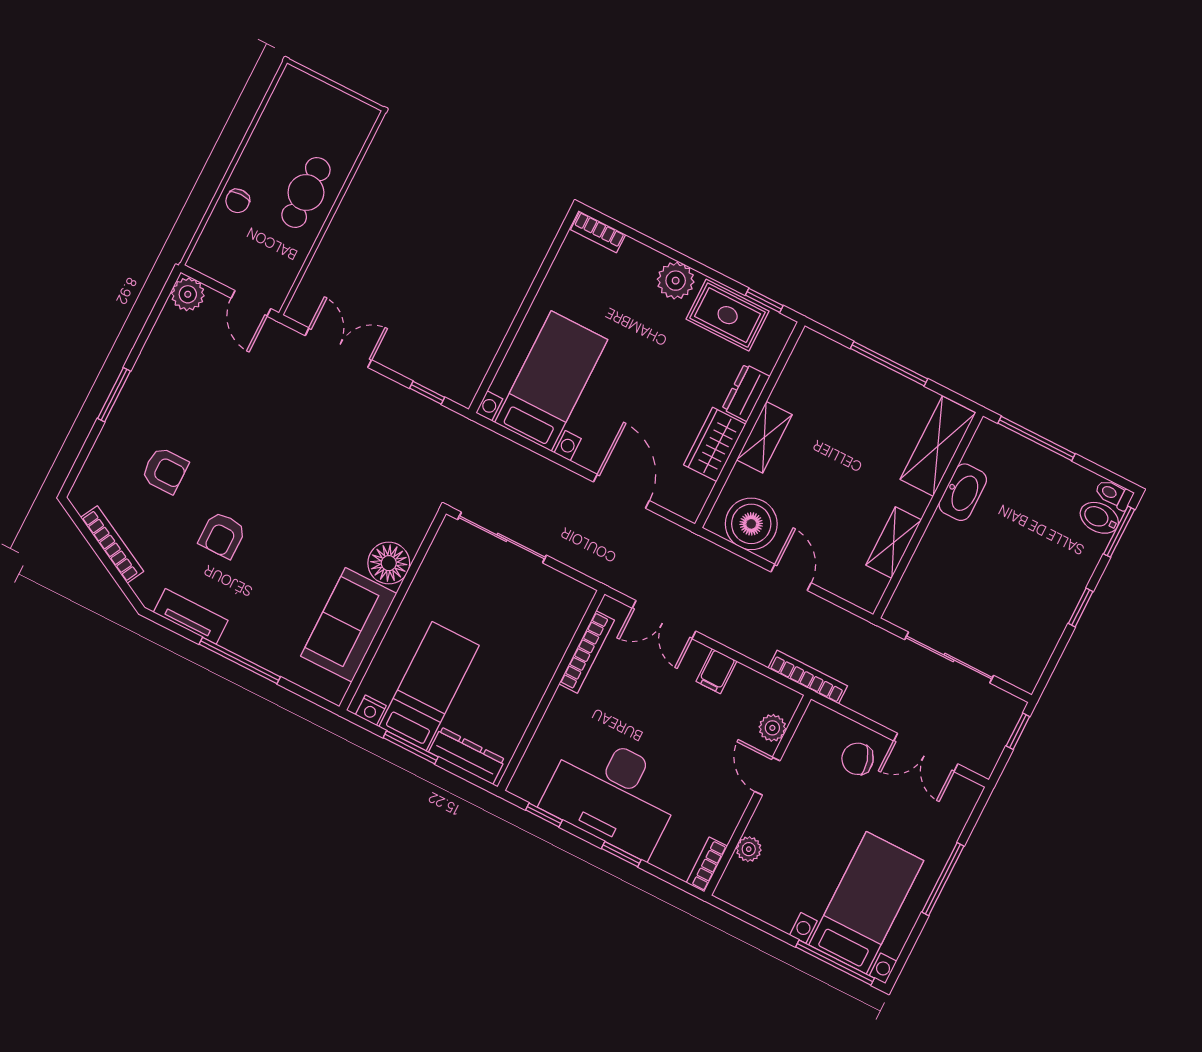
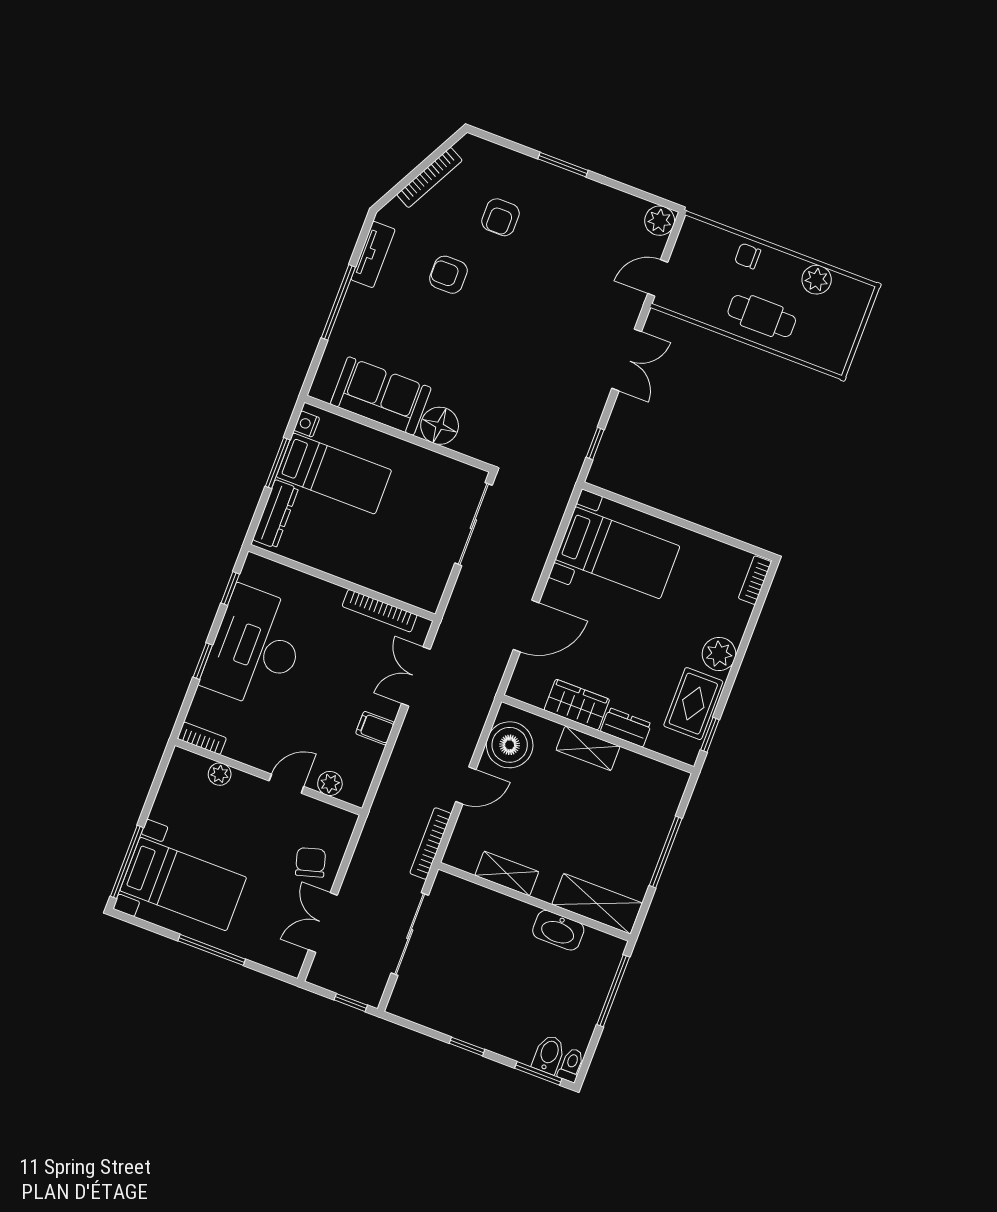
plant: (272, 127) -> (817, 280), added
bookcase: (808, 677) -> (431, 843), moved, turned 180

